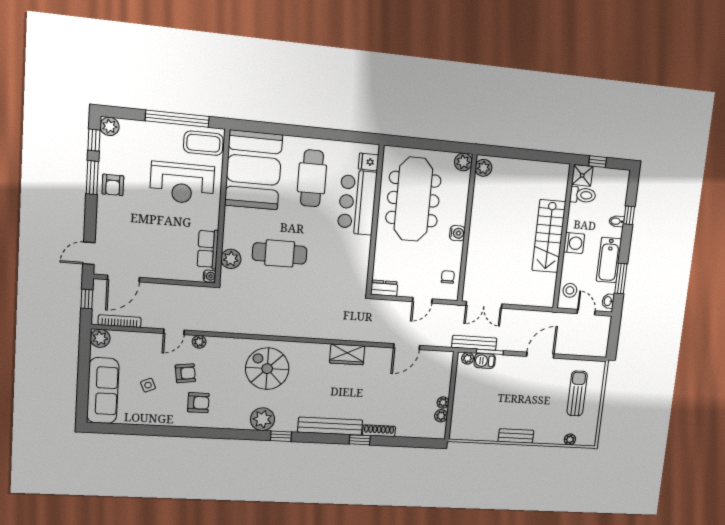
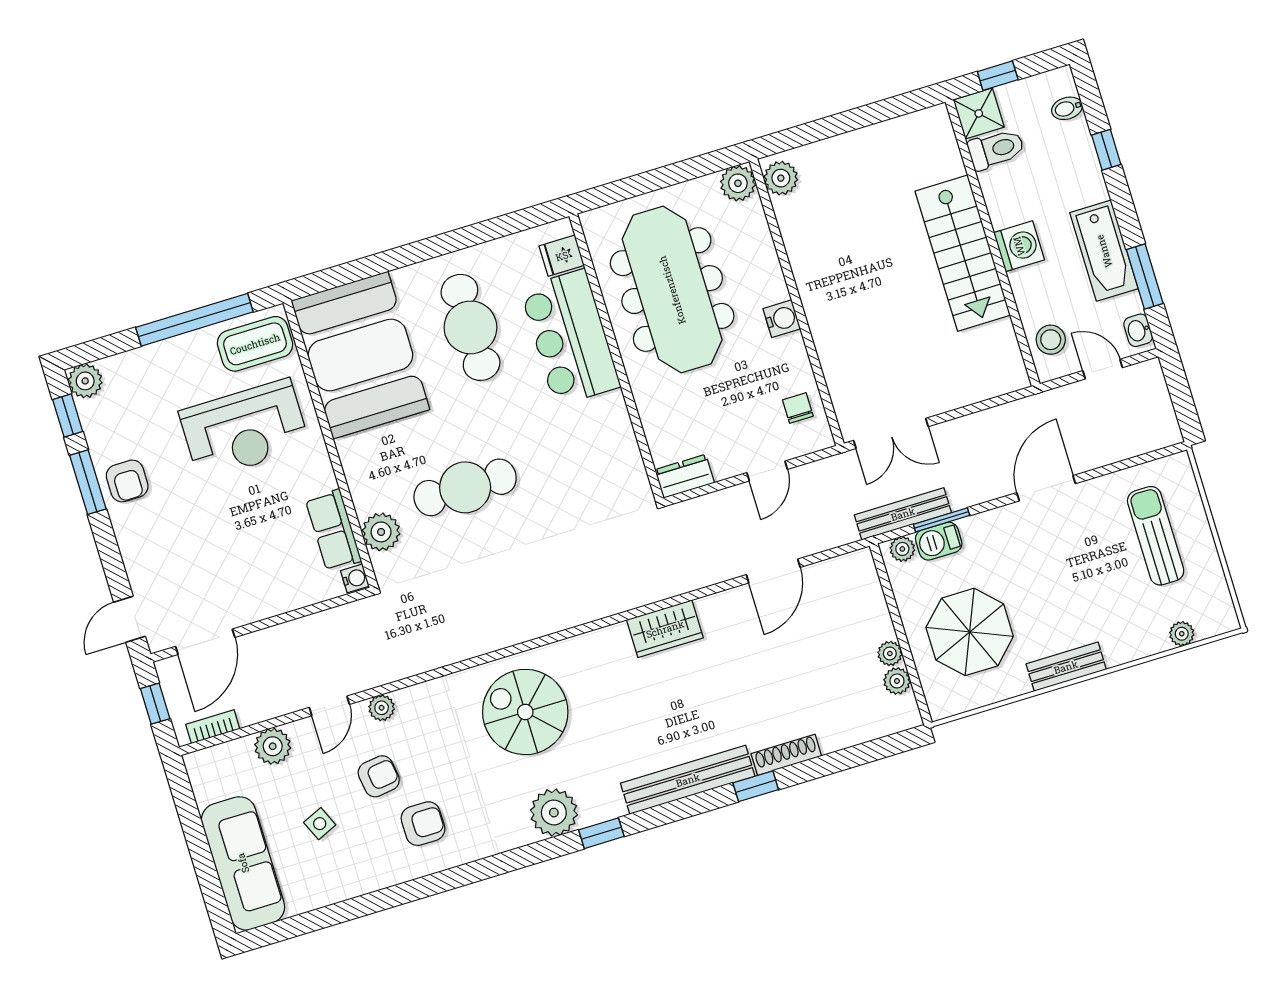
bidet: (617, 221) -> (1067, 108), moved
bookcase: (120, 321) -> (213, 727), width x0.64
plant: (100, 338) -> (273, 746), moved
parasol: (481, 406) -> (970, 632), added

